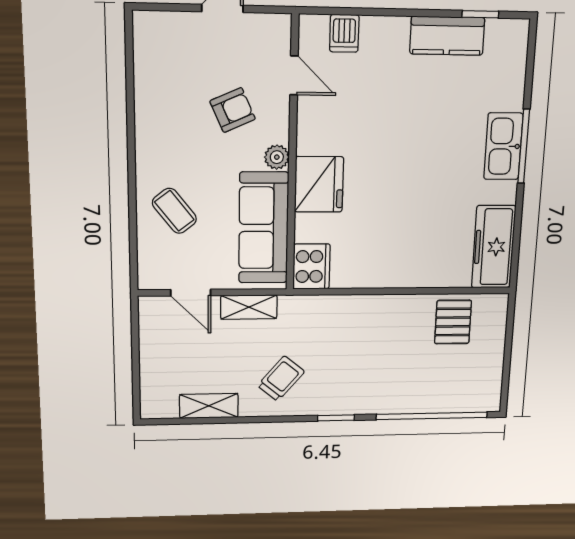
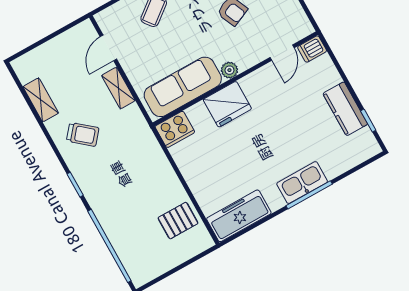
door: (294, 75) -> (282, 53), moved
wall: (292, 156) -> (235, 79), moved
plant: (277, 157) -> (229, 70), moved
fridge: (319, 184) -> (227, 104), moved
sofa: (264, 228) -> (183, 87), moved
cooker: (312, 266) -> (175, 129), moved

